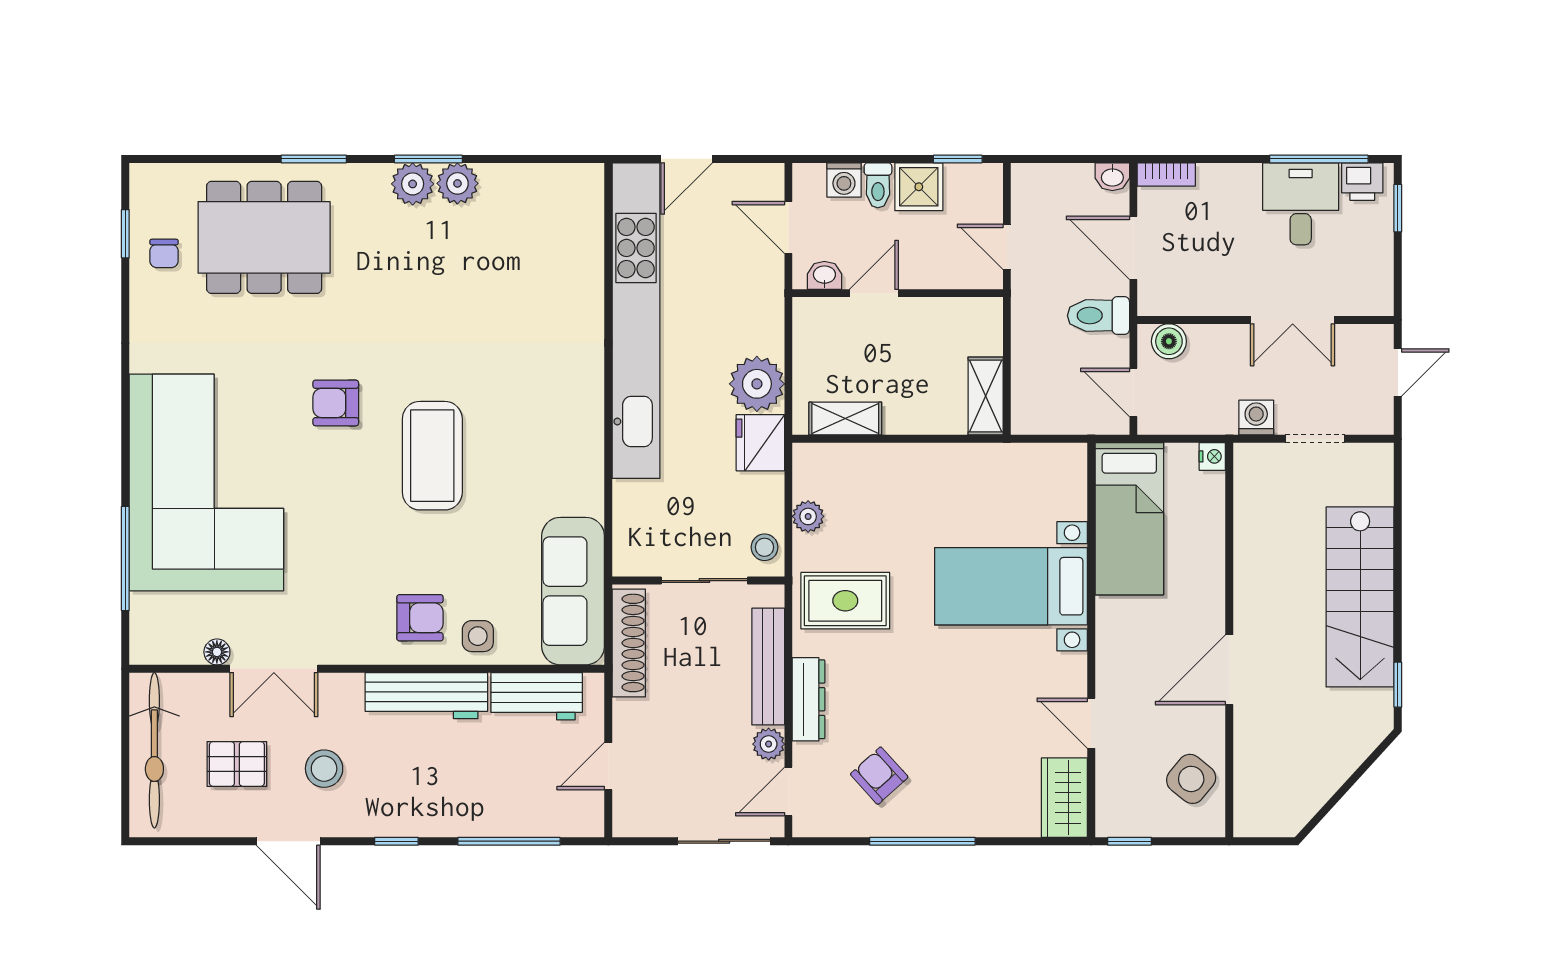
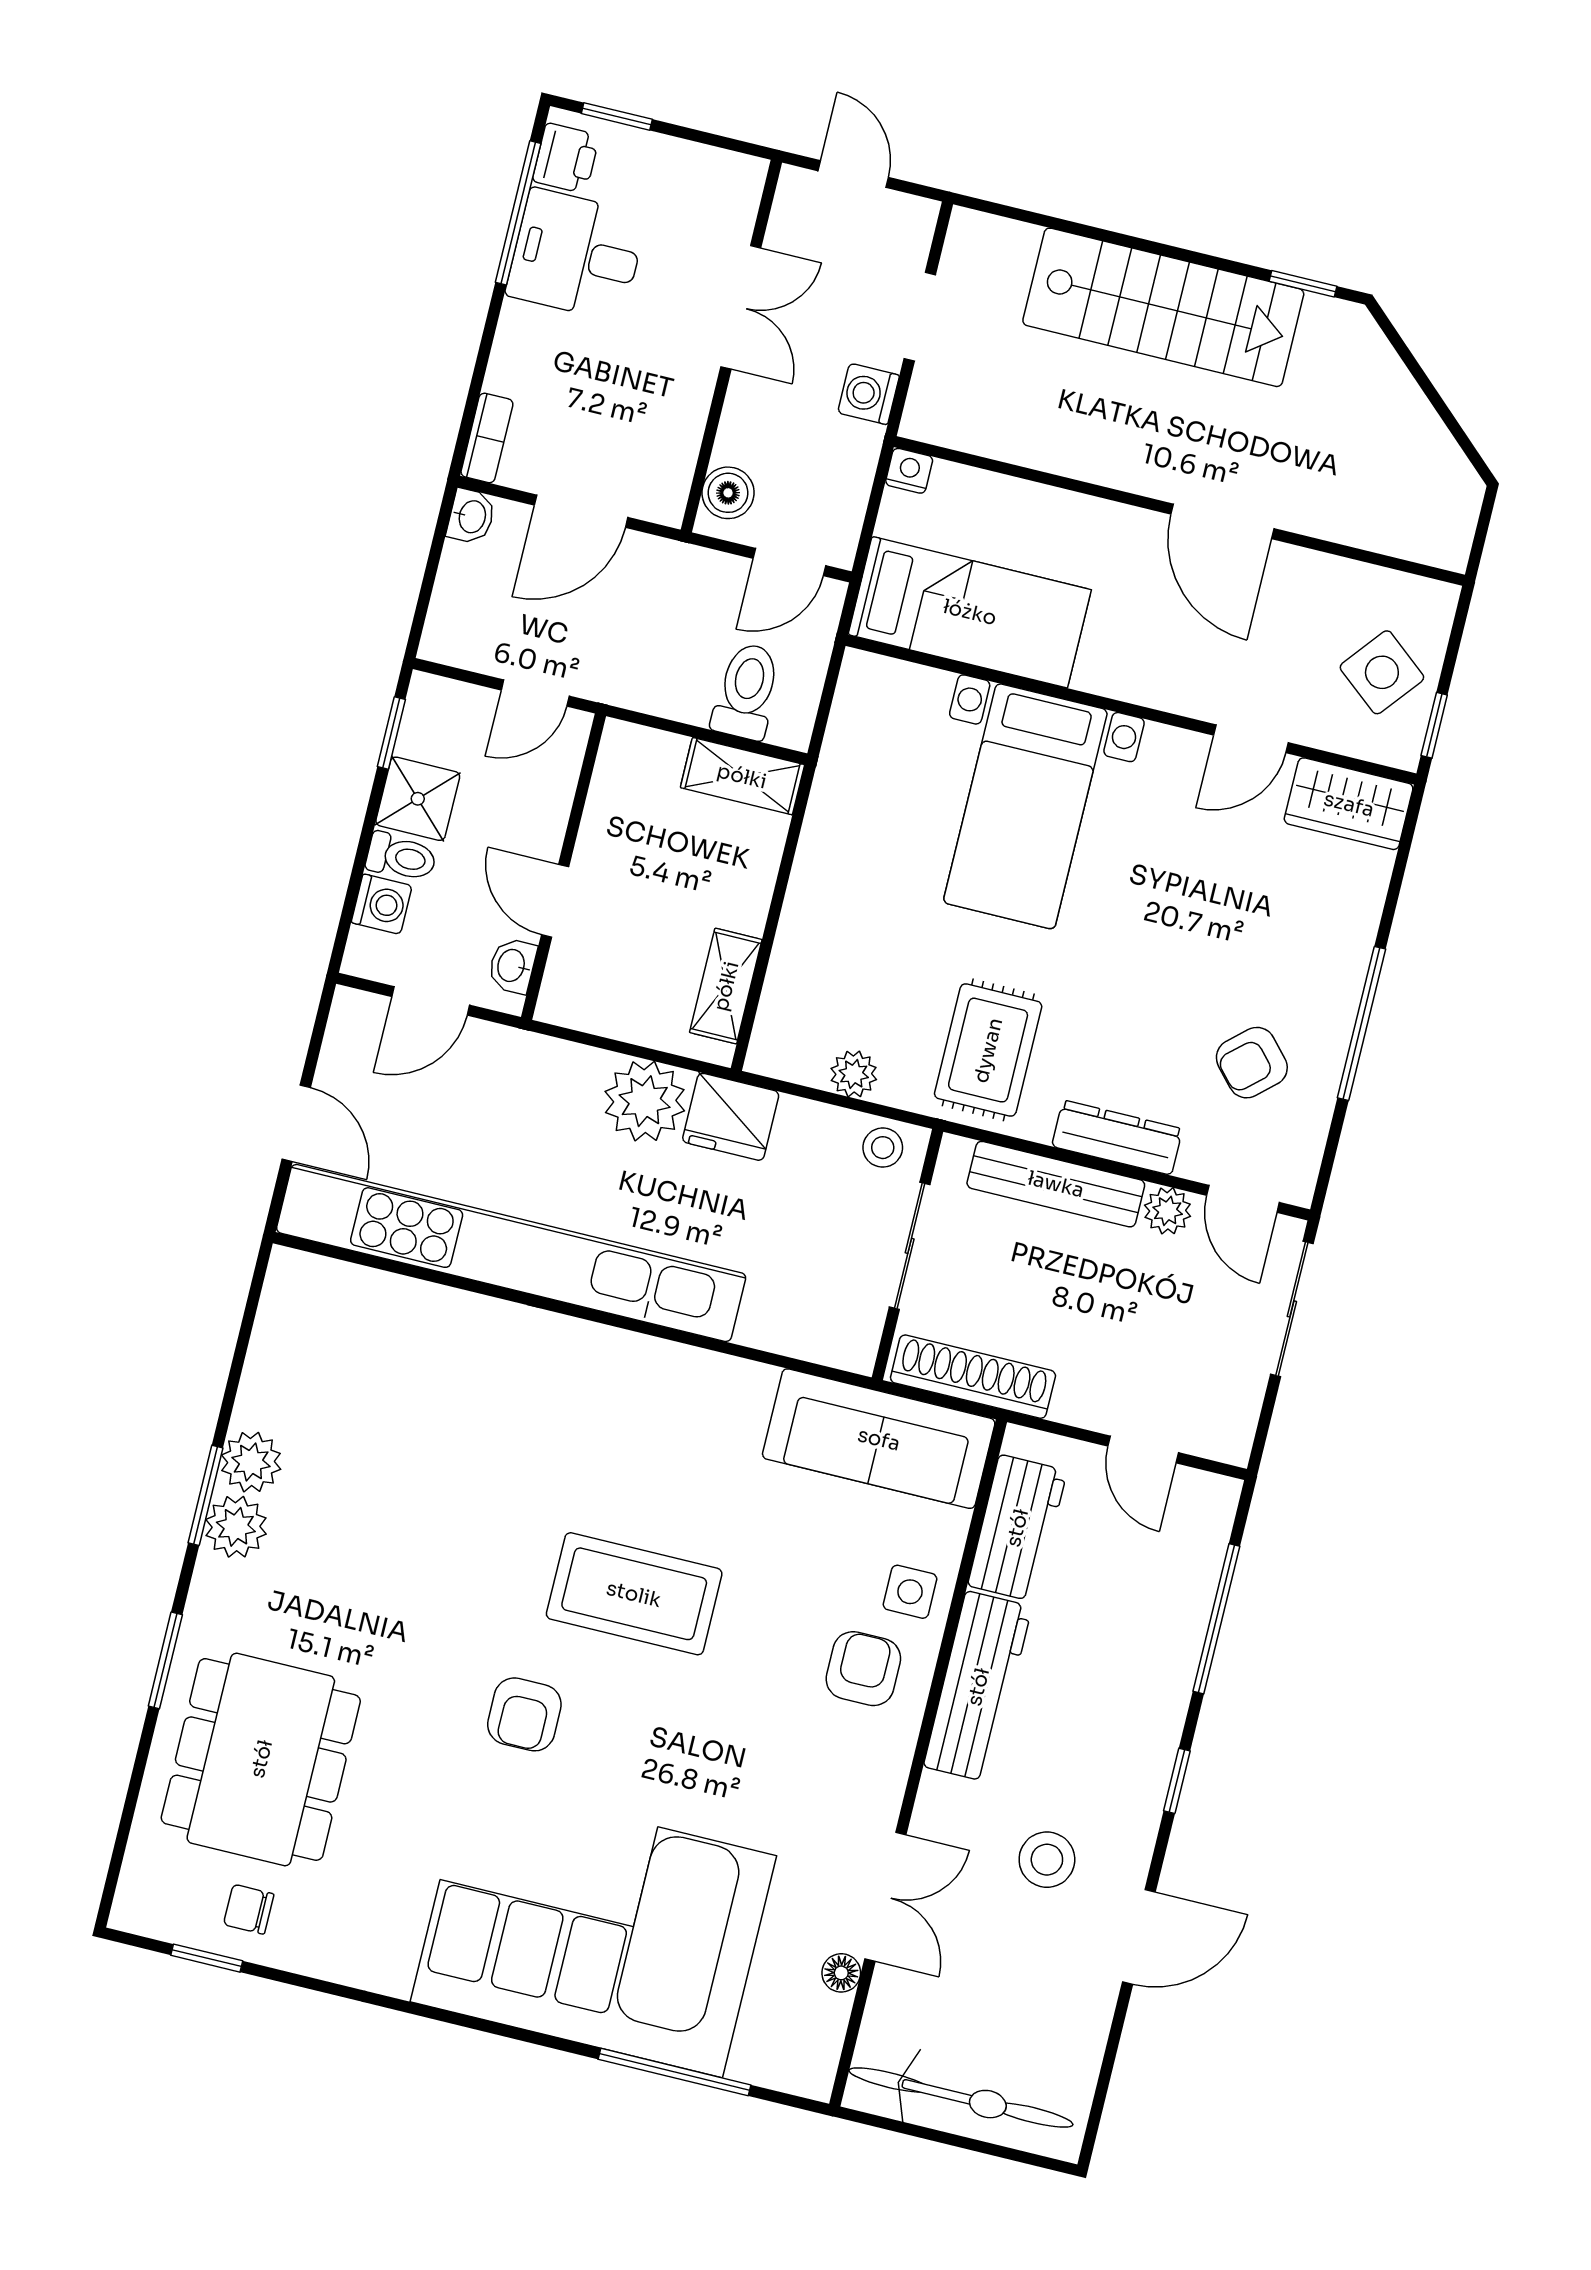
chair: (164, 253) -> (249, 1909), turned 180
toilet: (1098, 316) -> (747, 691), moved, turned 180
pallet: (237, 764) -> (1010, 1984), removed
side table: (1191, 779) -> (1382, 672), moved

